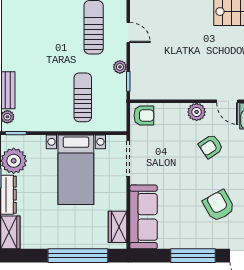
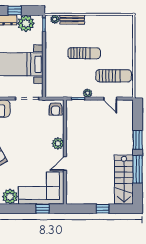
door: (128, 33) -> (110, 99), hinge flipped
sun lounger: (83, 97) -> (84, 53), moved
armchair: (211, 146) -> (35, 153), removed

